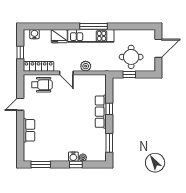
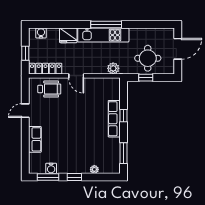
plant: (86, 66) -> (113, 68), moved
water cooler: (73, 157) -> (51, 168), moved
window: (76, 164) -> (74, 177), moved

